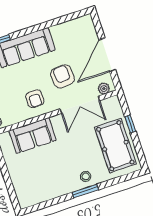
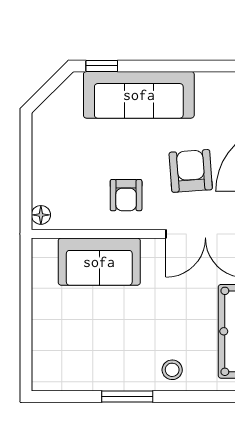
window: (85, 191) -> (127, 397), moved

